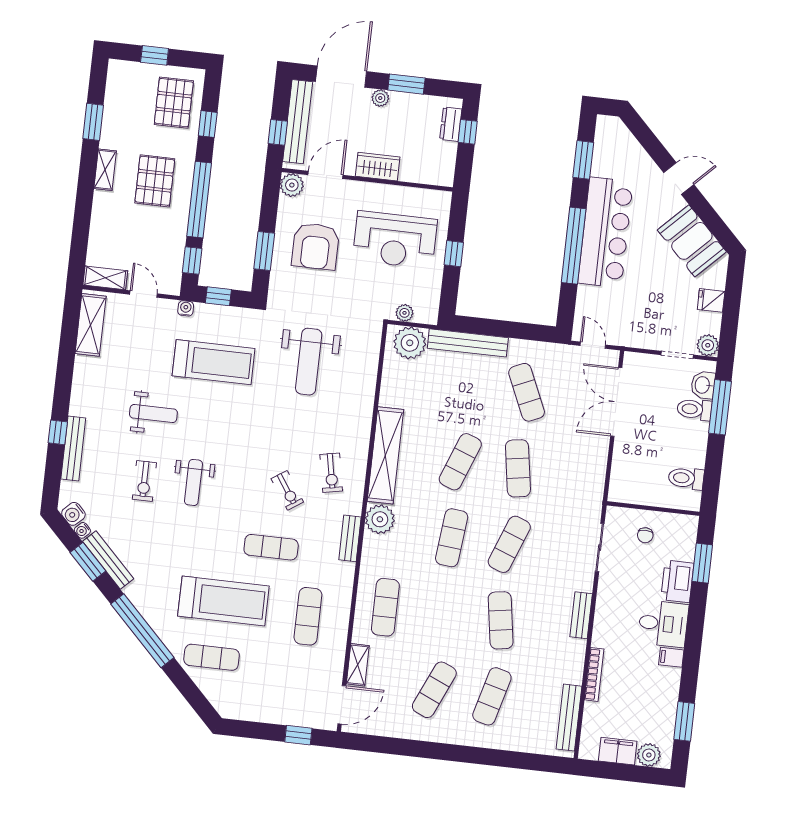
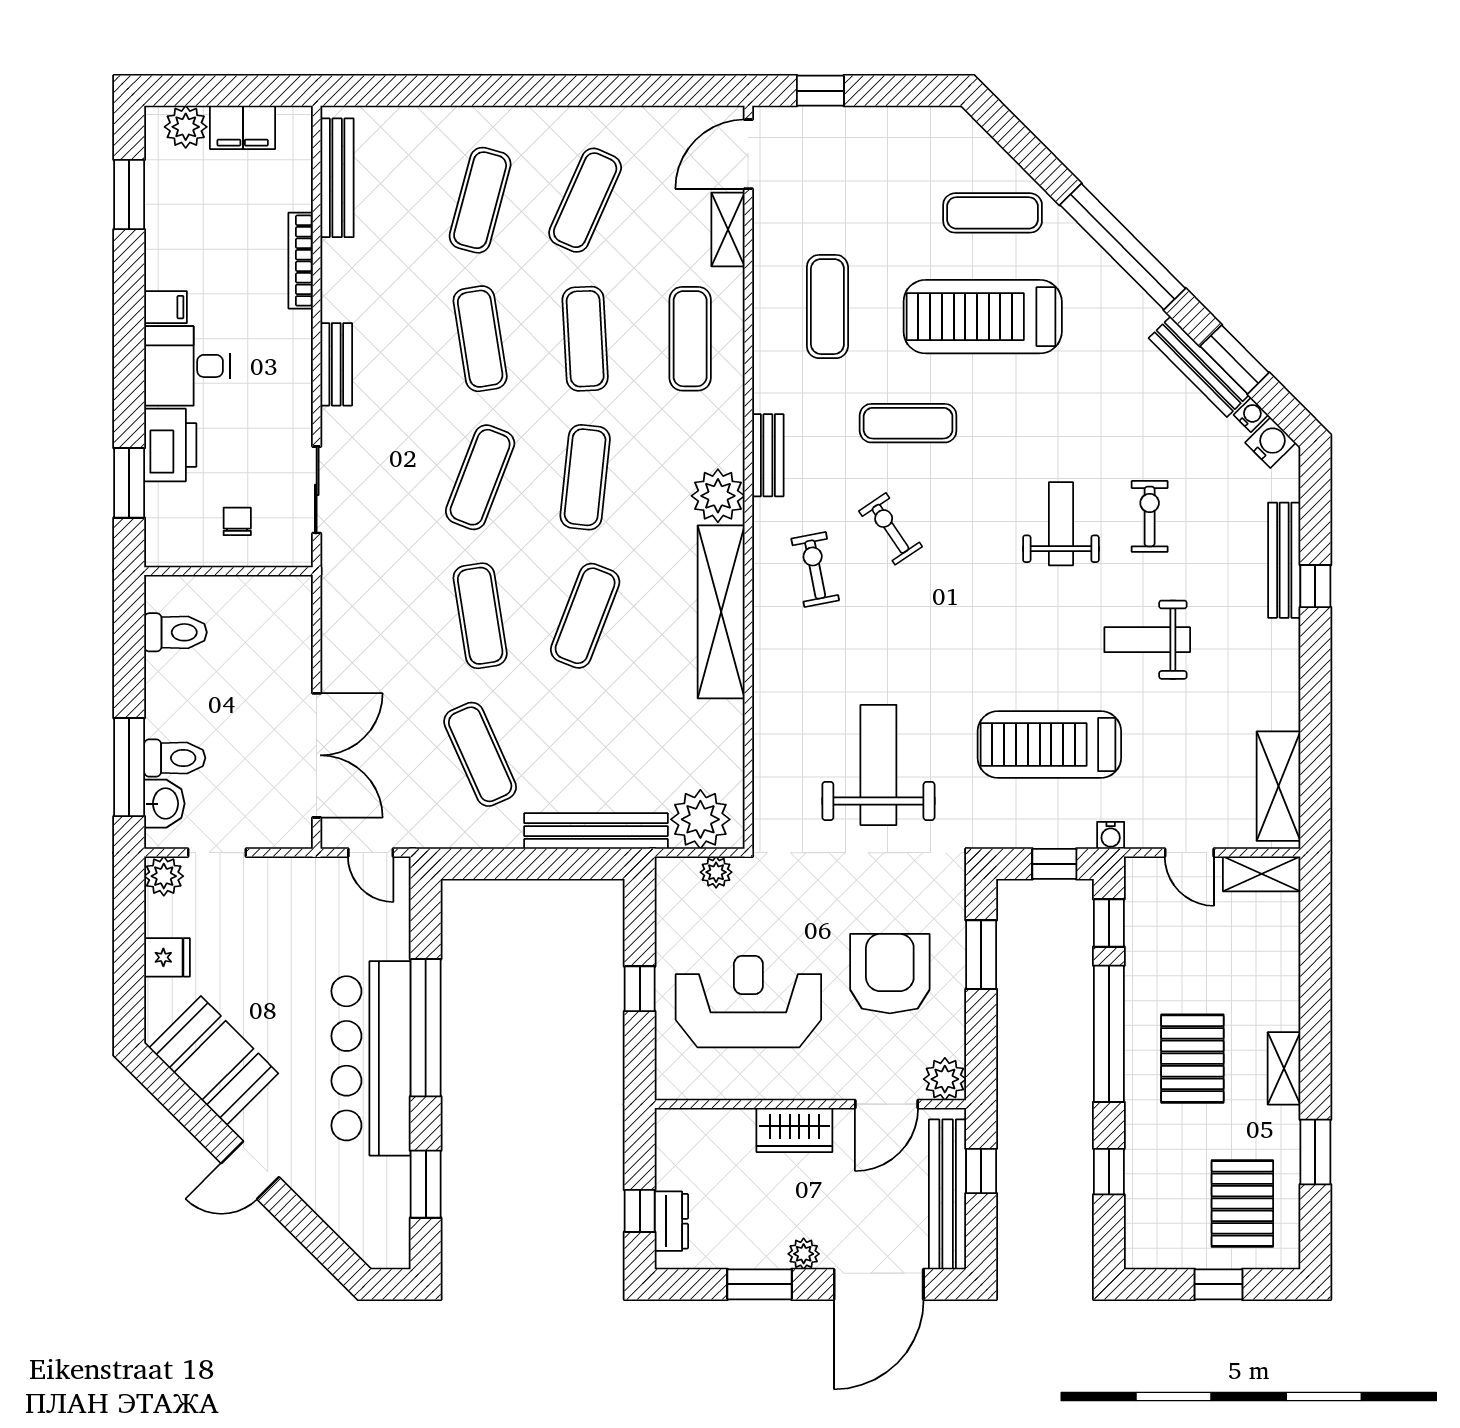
pallet: (174, 103) -> (1242, 1204), moved
exercise mat: (443, 614) -> (585, 339), added

